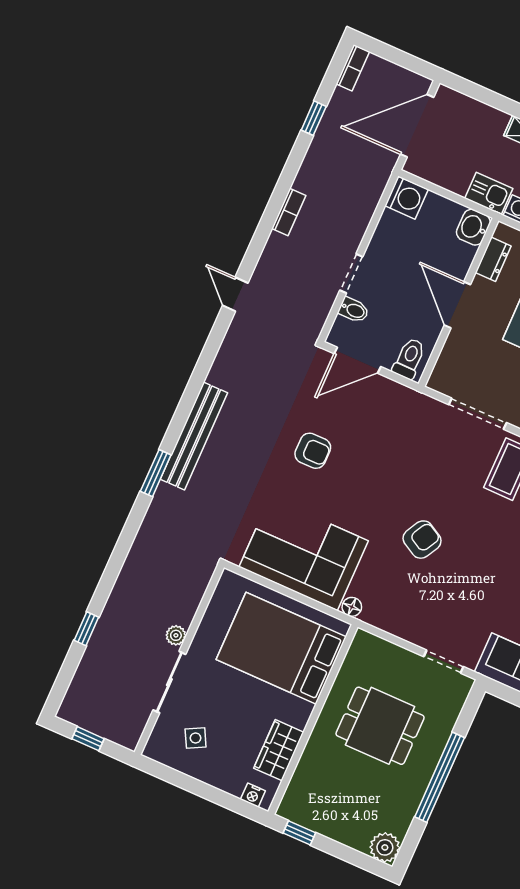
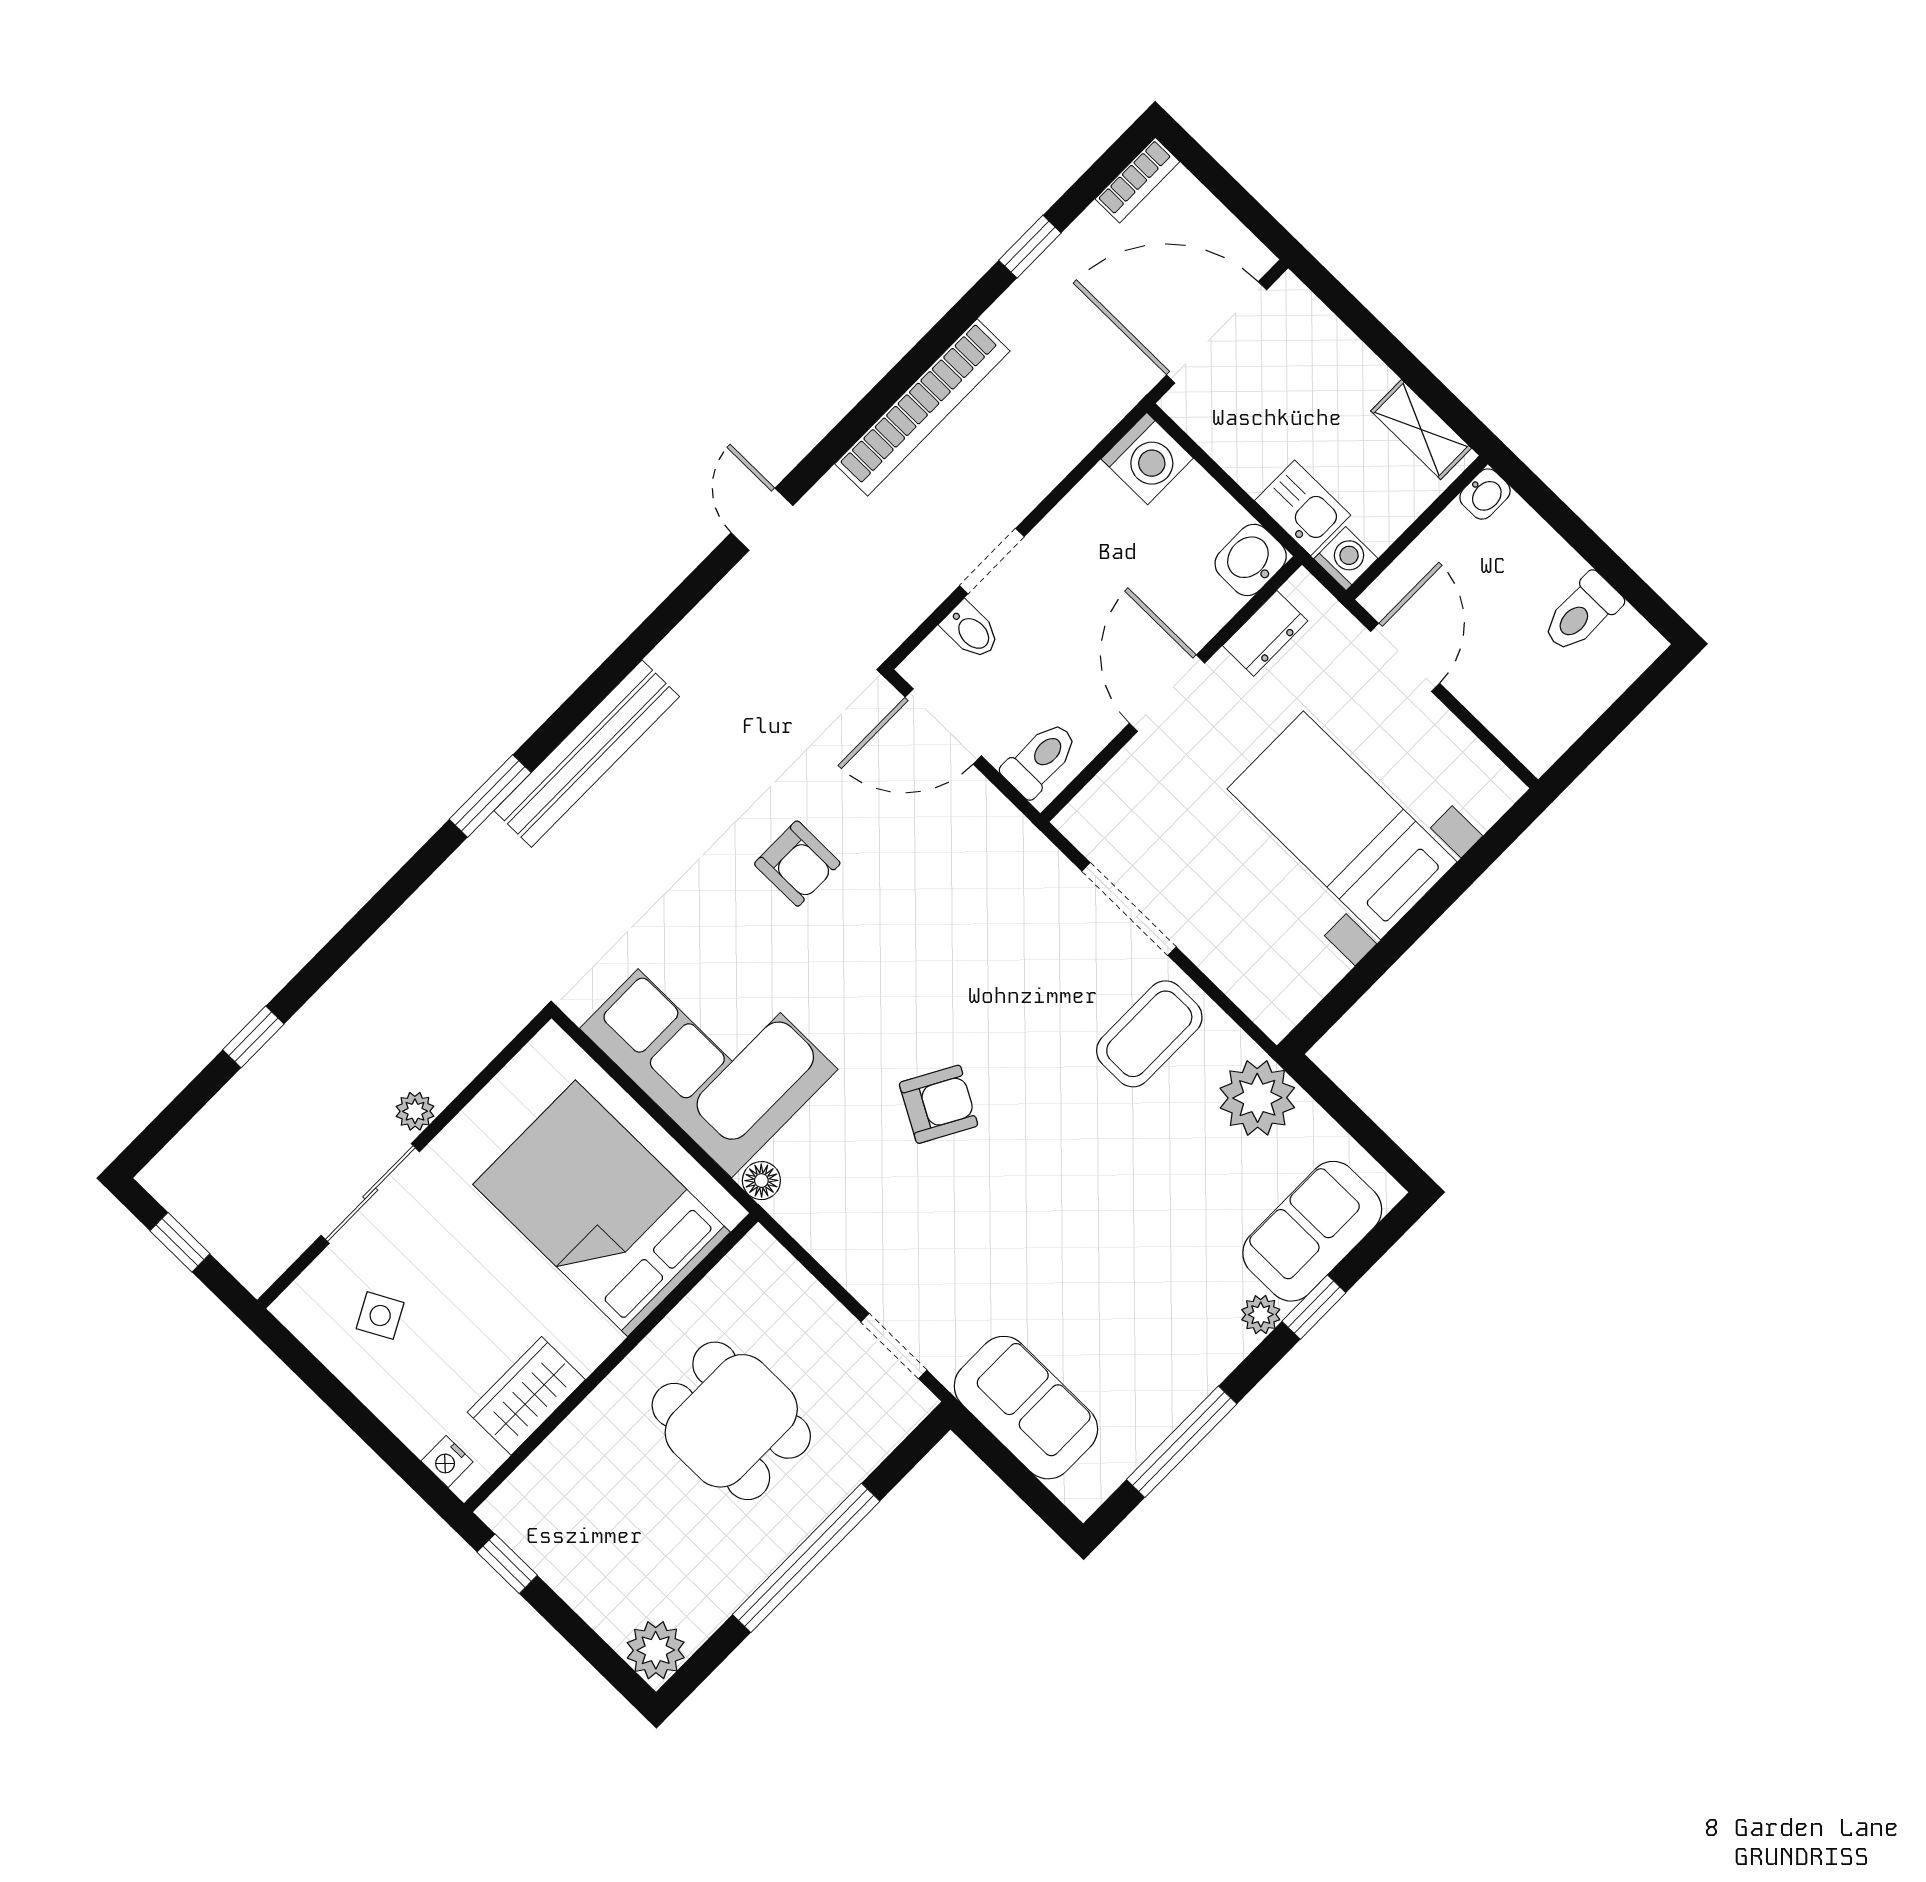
bookcase: (289, 212) -> (922, 407), width x2.31, depth x1.31

